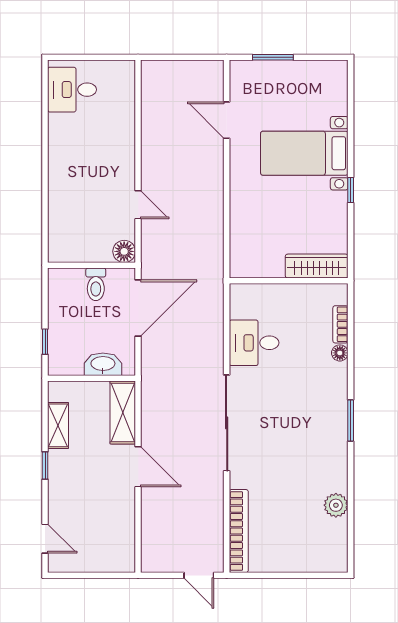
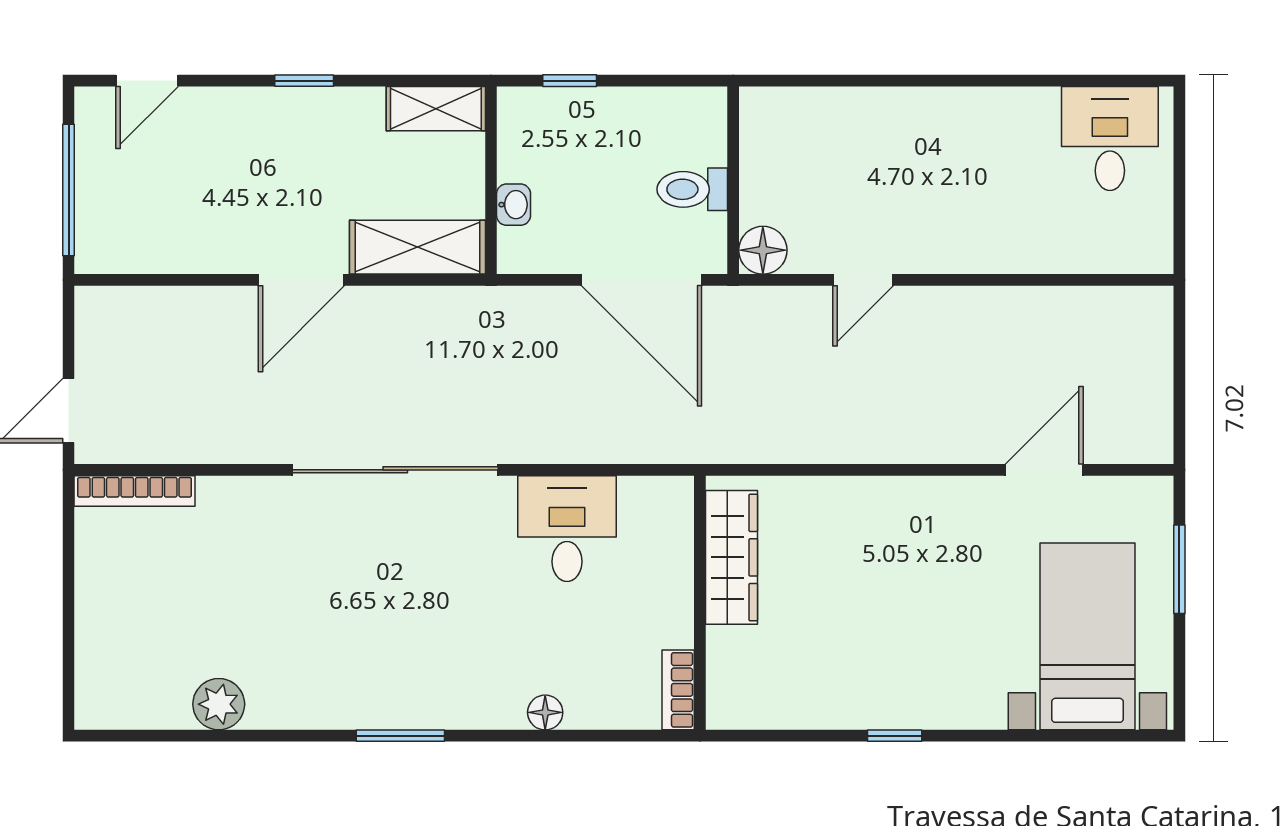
bed with nightstands: (304, 153) -> (1087, 636), moved
wardrobe: (317, 266) -> (731, 557), moved
bookcase: (340, 324) -> (678, 690), moved, turned -90
washbasin: (103, 364) -> (514, 205), width x0.52, depth x0.69
shelving: (58, 425) -> (436, 109), moved
bookcase: (239, 531) -> (135, 491), width x0.68, depth x0.76
window: (96, 575) -> (69, 190), added

